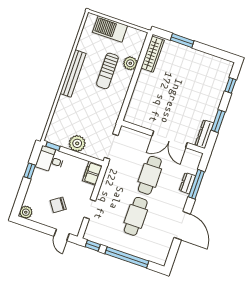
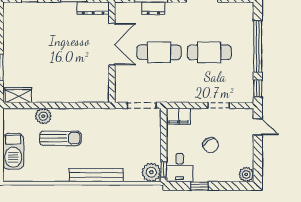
wardrobe: (153, 54) -> (18, 95), width x0.67
bench: (73, 73) -> (96, 175), moved
plant: (77, 143) -> (151, 172), moved
chair: (58, 205) -> (211, 145), moved
door: (62, 235) -> (258, 127), hinge flipped

